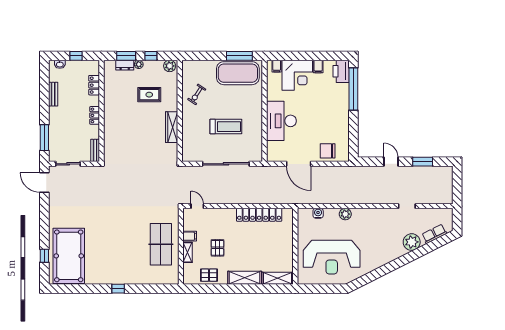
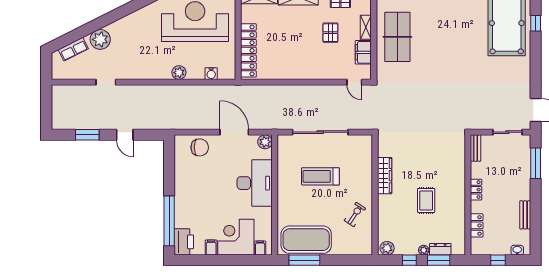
rug: (149, 95) -> (426, 200), moved, turned 90
plant: (273, 156) -> (265, 142), added
locker: (259, 215) -> (248, 50), moved, turned 90
filing cabinet: (190, 236) -> (363, 52), width x2.00

